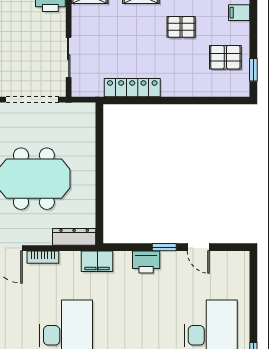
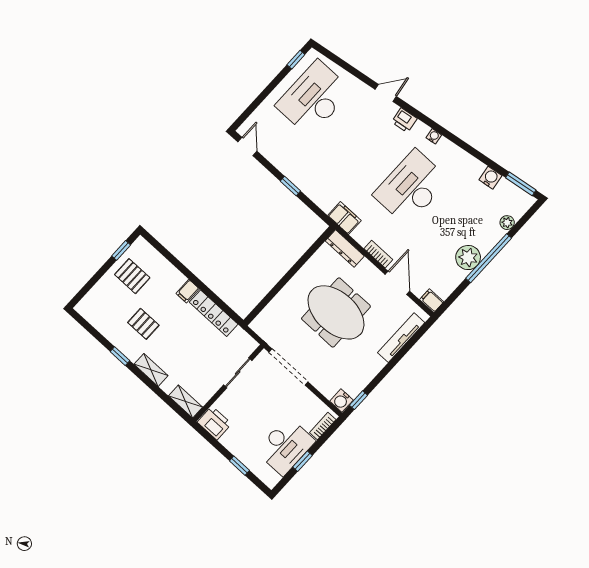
filing cabinet: (239, 13) -> (188, 291), moved, turned 90
door: (198, 247) -> (247, 147), moved
printer: (146, 262) -> (312, 187), removed

